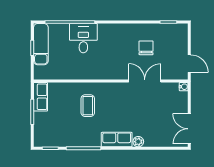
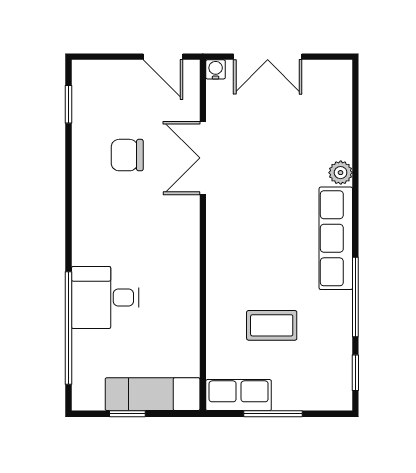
exam couch: (41, 44) -> (153, 394), moved
door: (189, 64) -> (163, 57), swing flipped
coffee table: (88, 106) -> (272, 325), moved
double door: (189, 129) -> (268, 57), moved
row of seats: (117, 140) -> (336, 238), width x1.48

